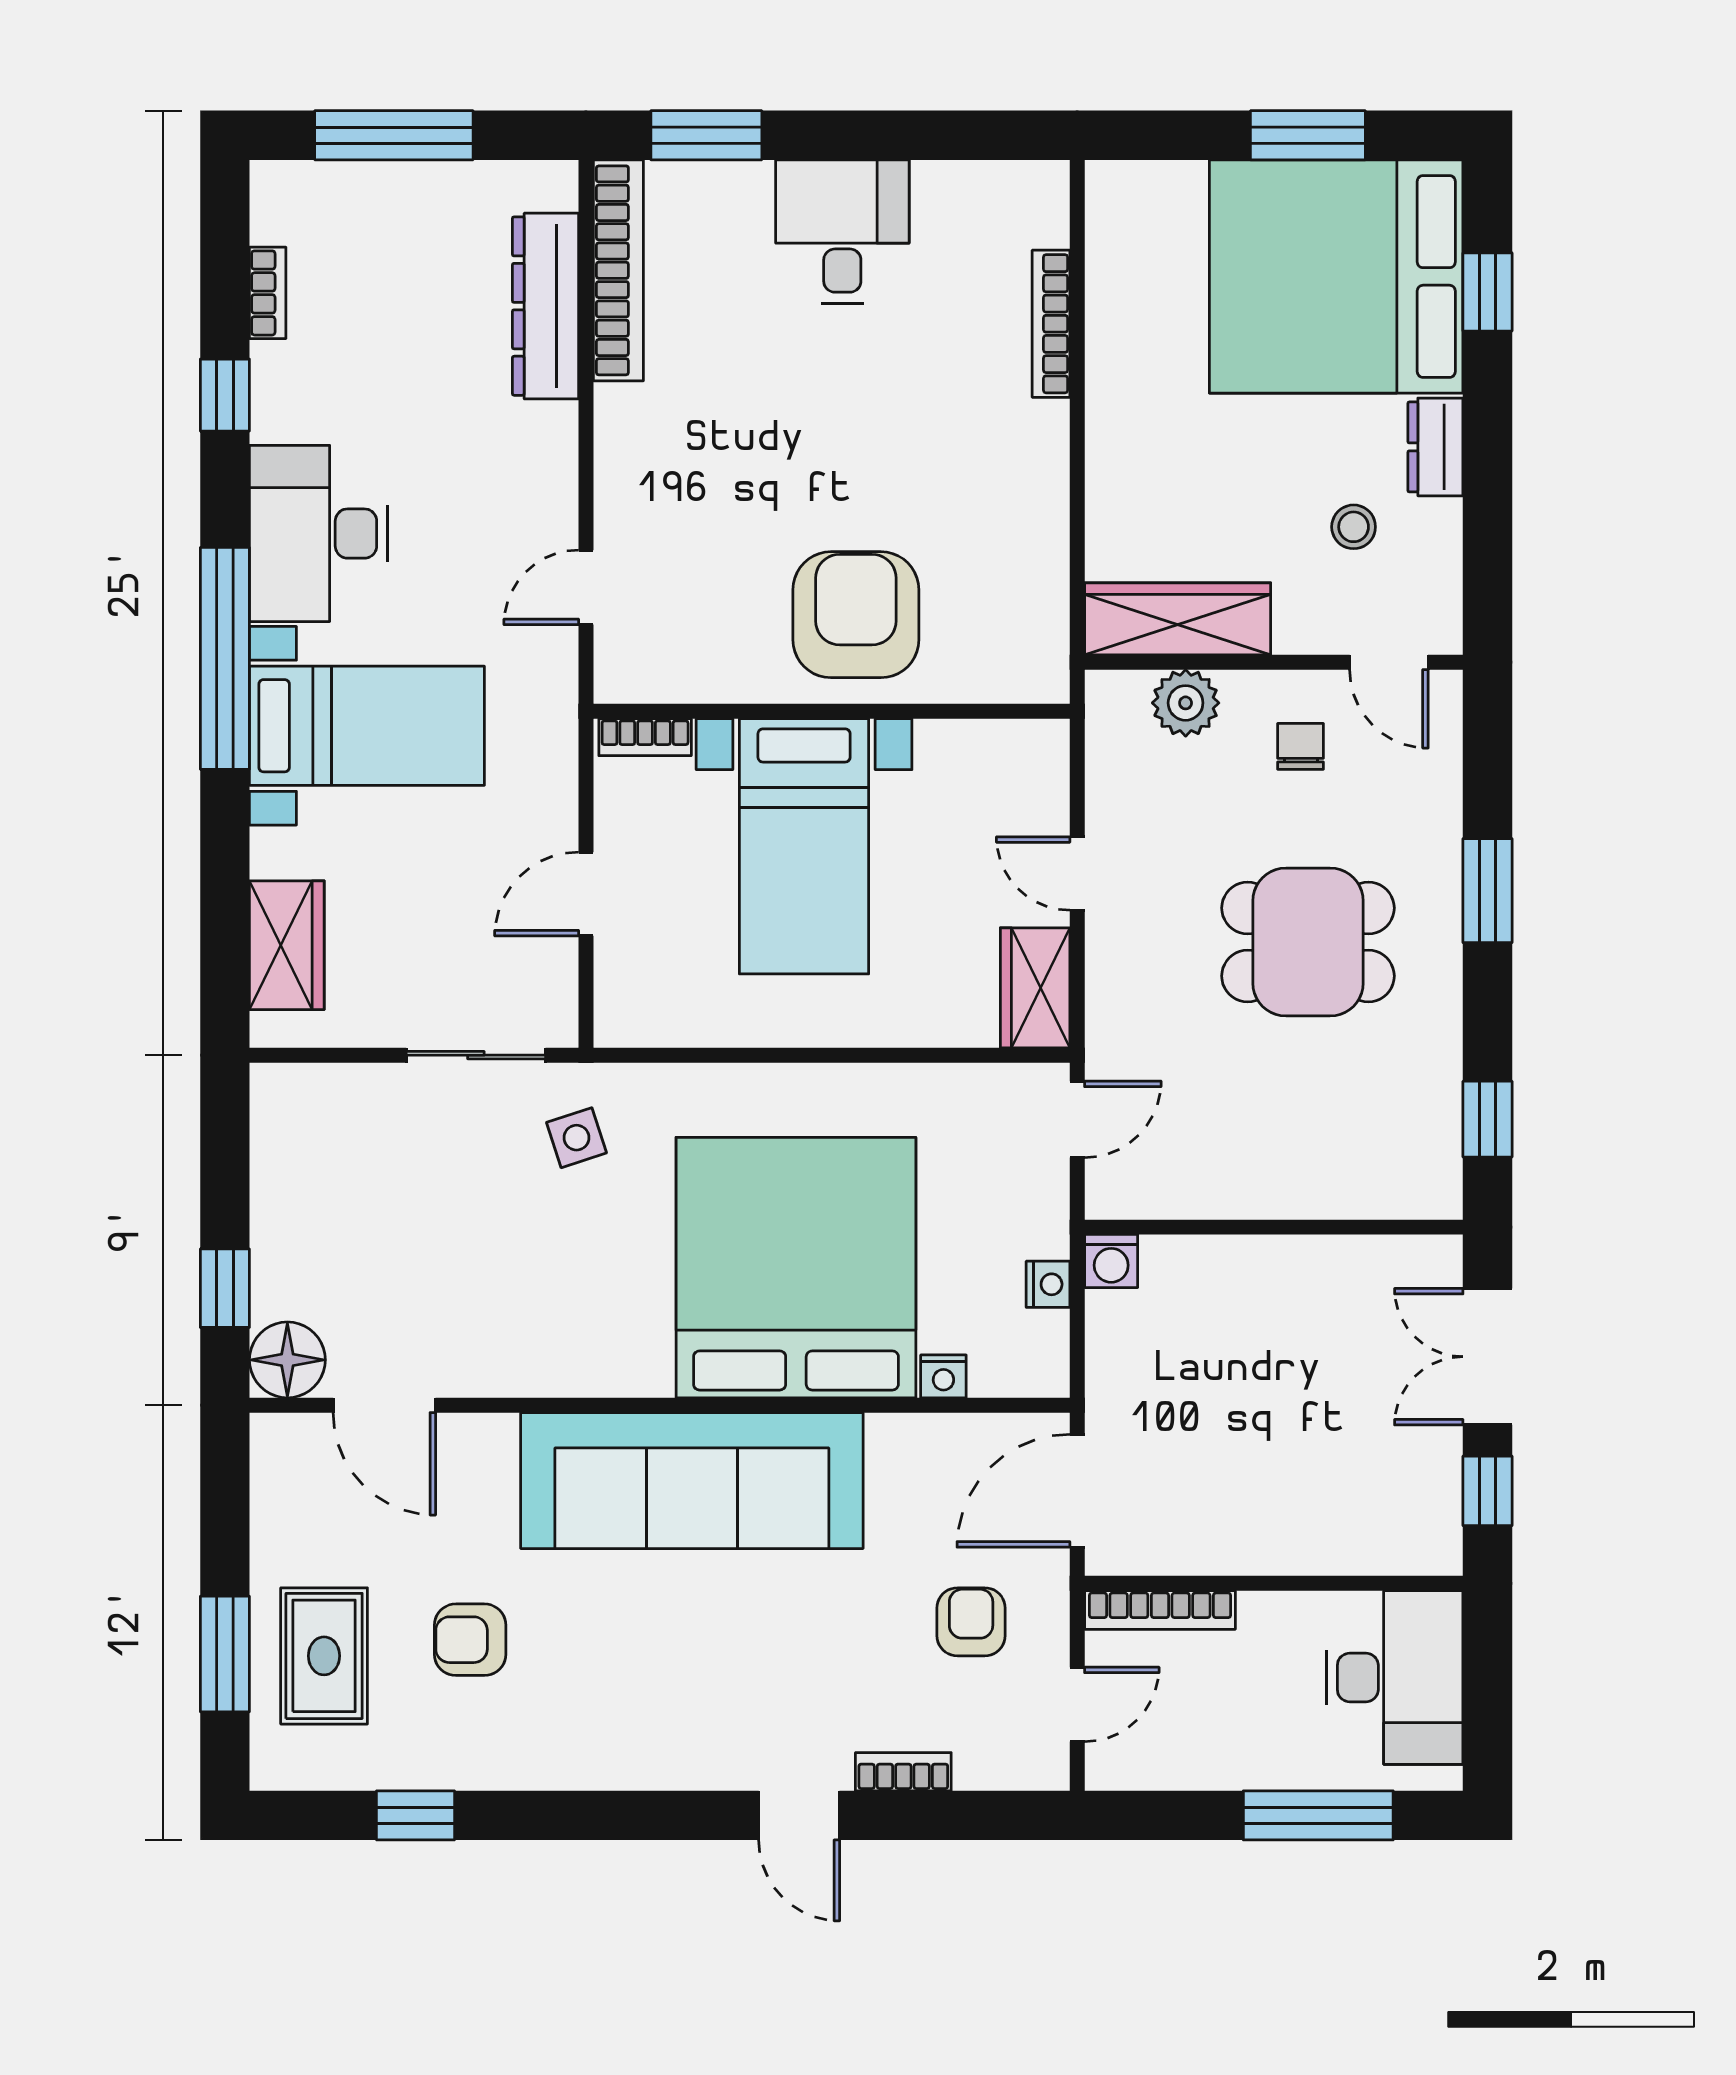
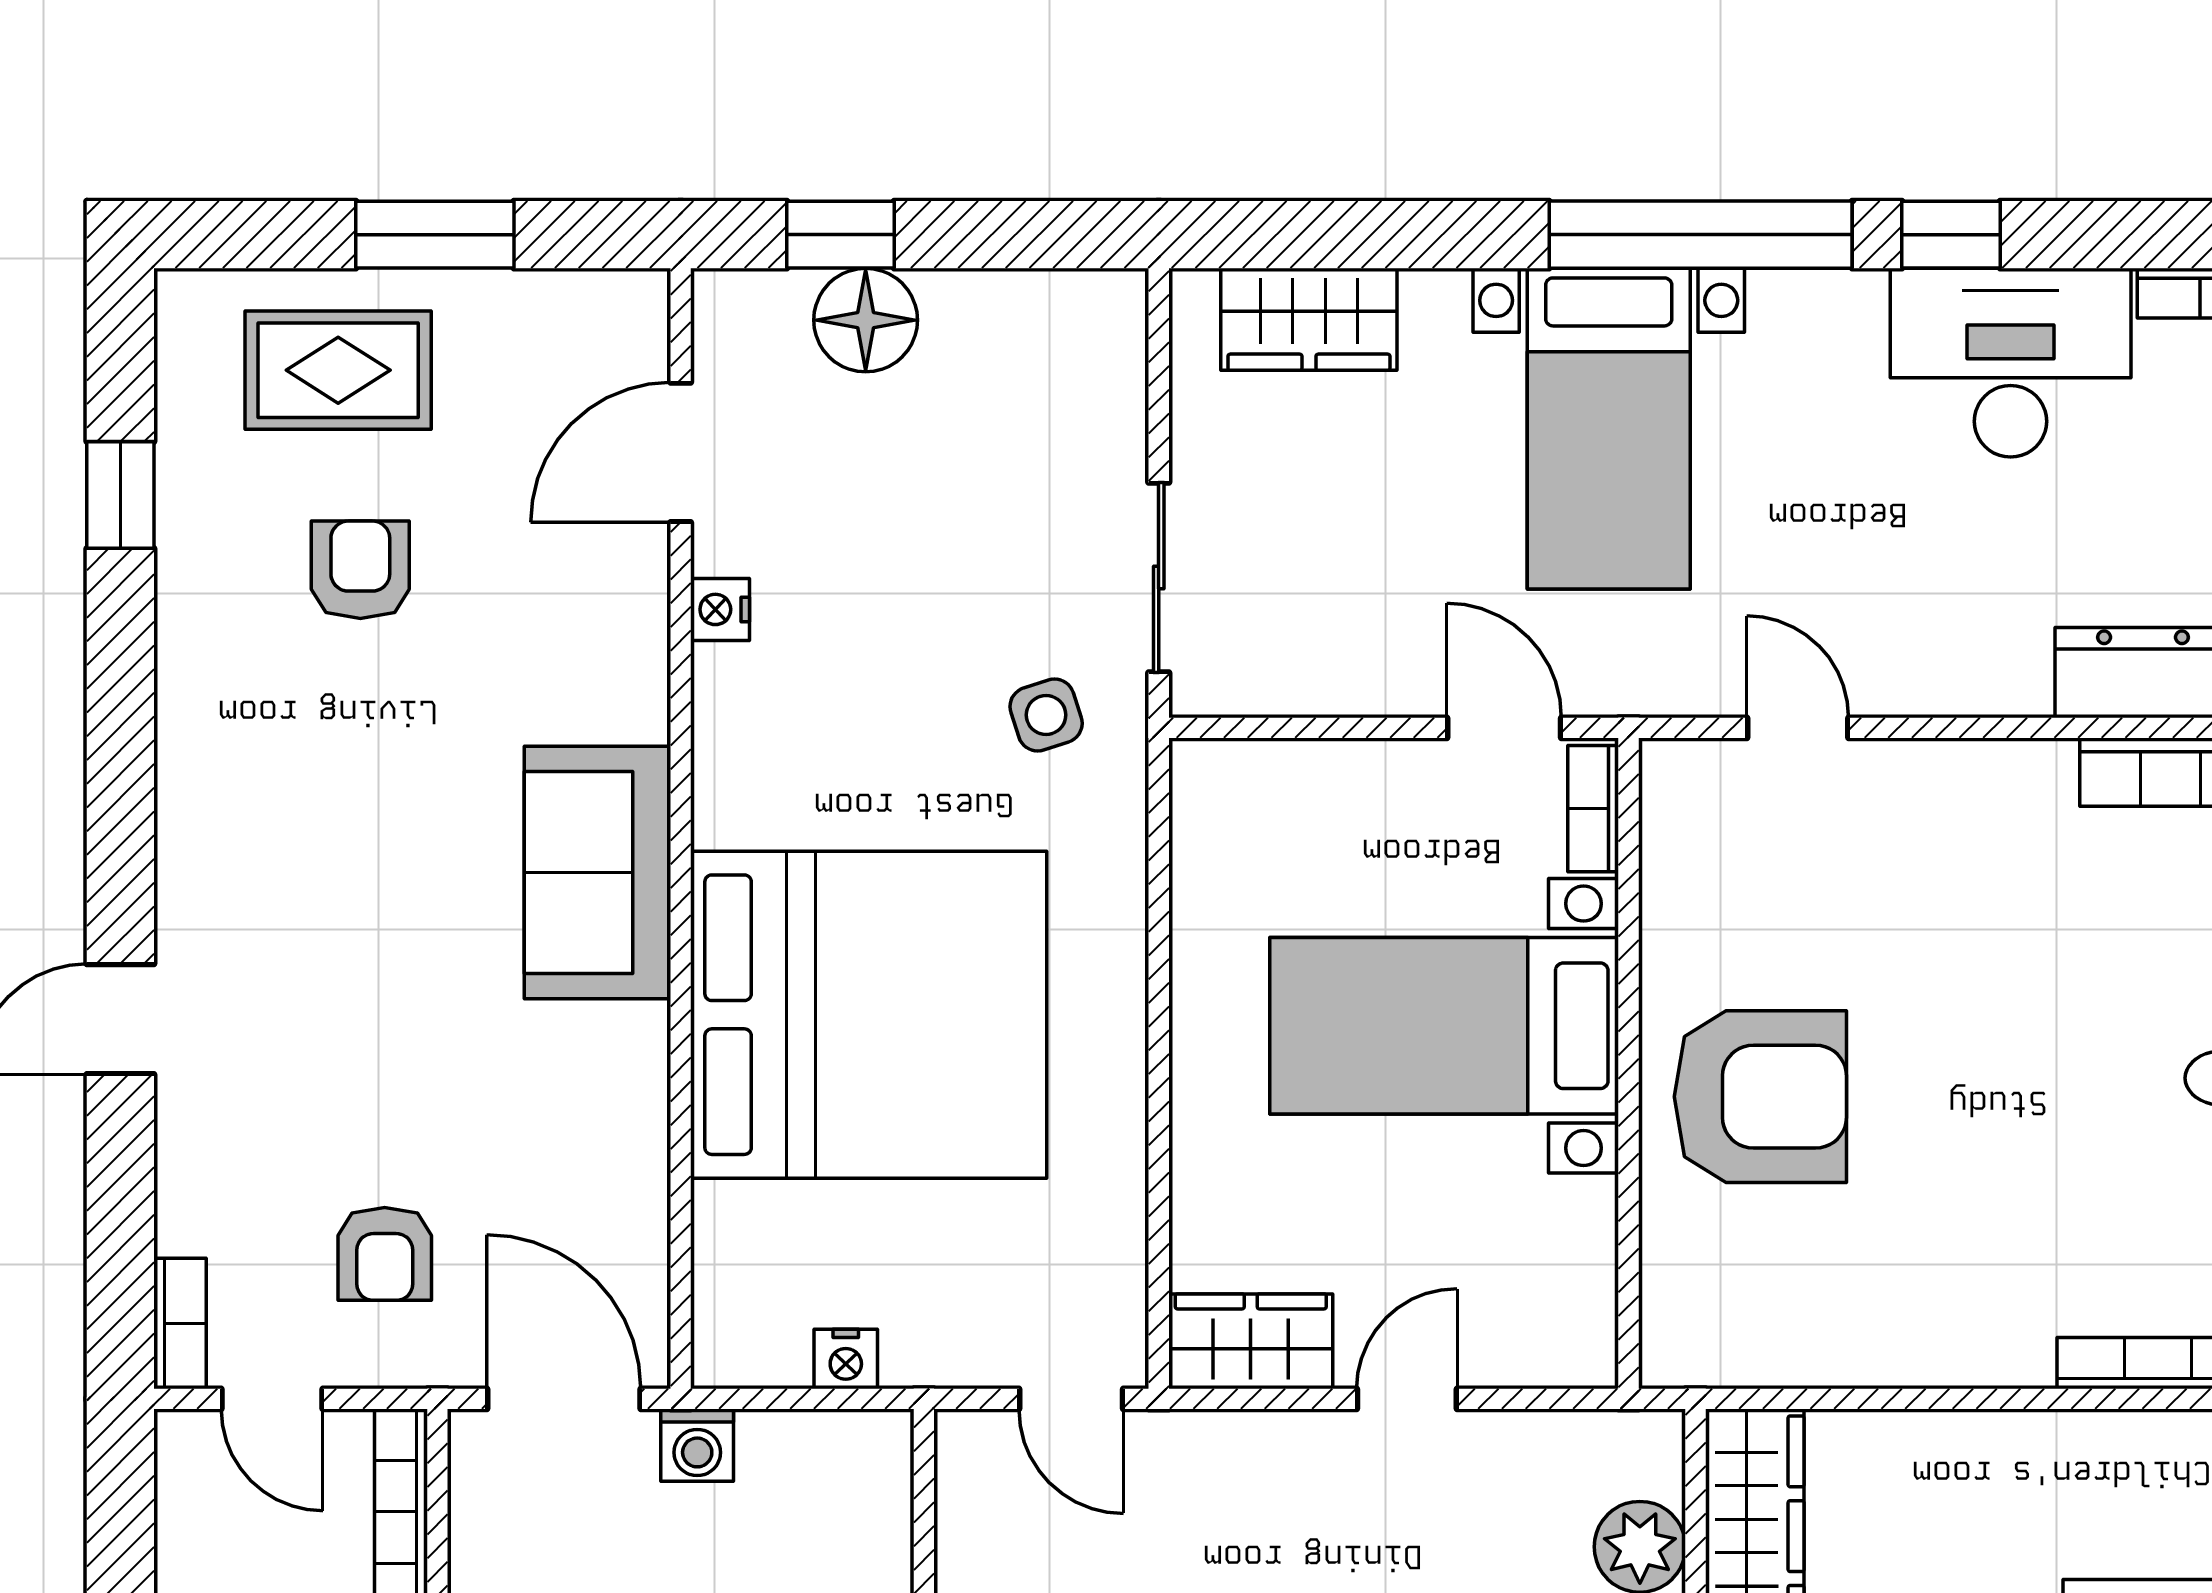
window: (225, 395) -> (1951, 235), moved
desk: (319, 534) -> (2011, 363), moved
door: (586, 894) -> (1504, 728), moved
washing machine: (1111, 1261) -> (697, 1445), moved, turned -90
floor lamp: (287, 1360) -> (866, 320), moved
nightstand: (943, 1376) -> (720, 609), moved
sofa: (692, 1481) -> (597, 873), width x0.54, depth x0.79
armchair: (971, 1622) -> (385, 1254), turned 90
window: (225, 1654) -> (435, 235), moved
bookcase: (903, 1772) -> (180, 1324), moved

